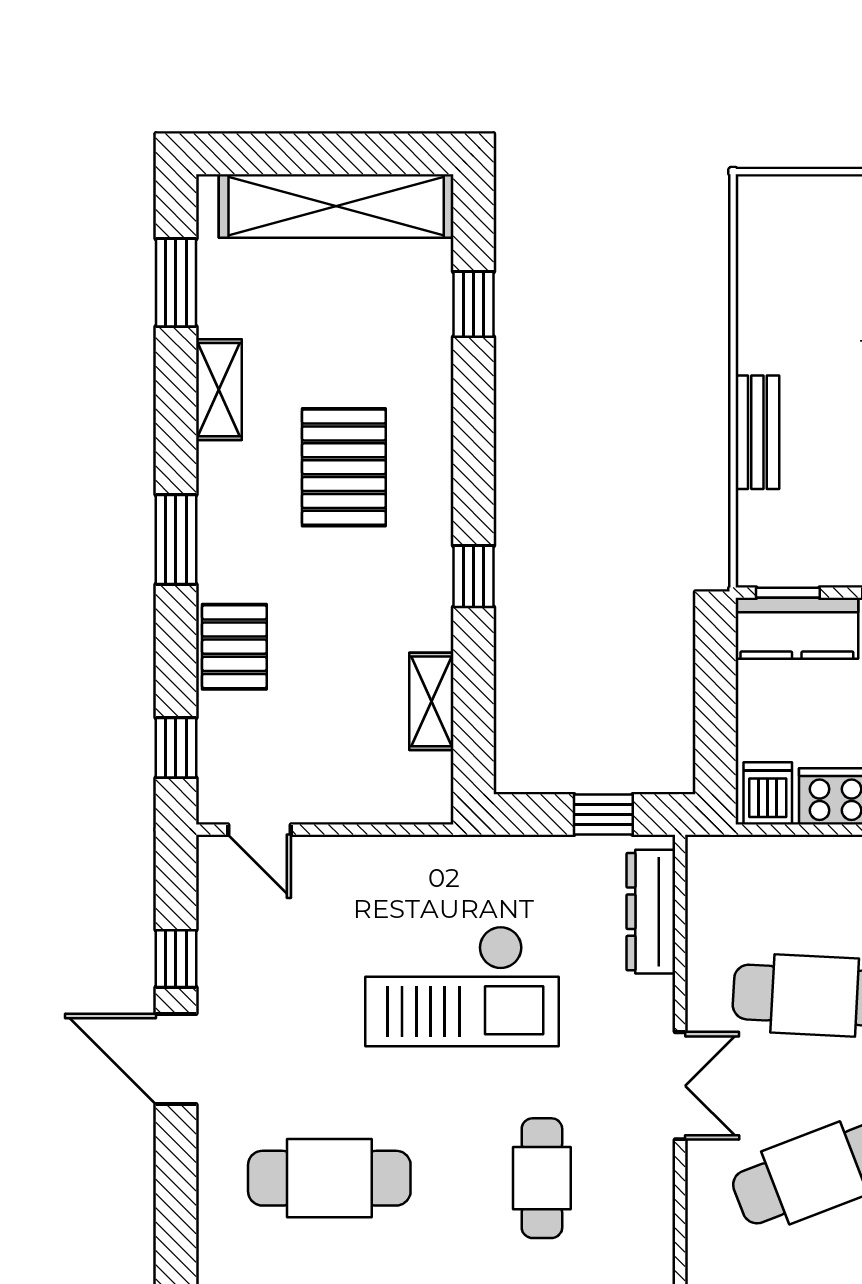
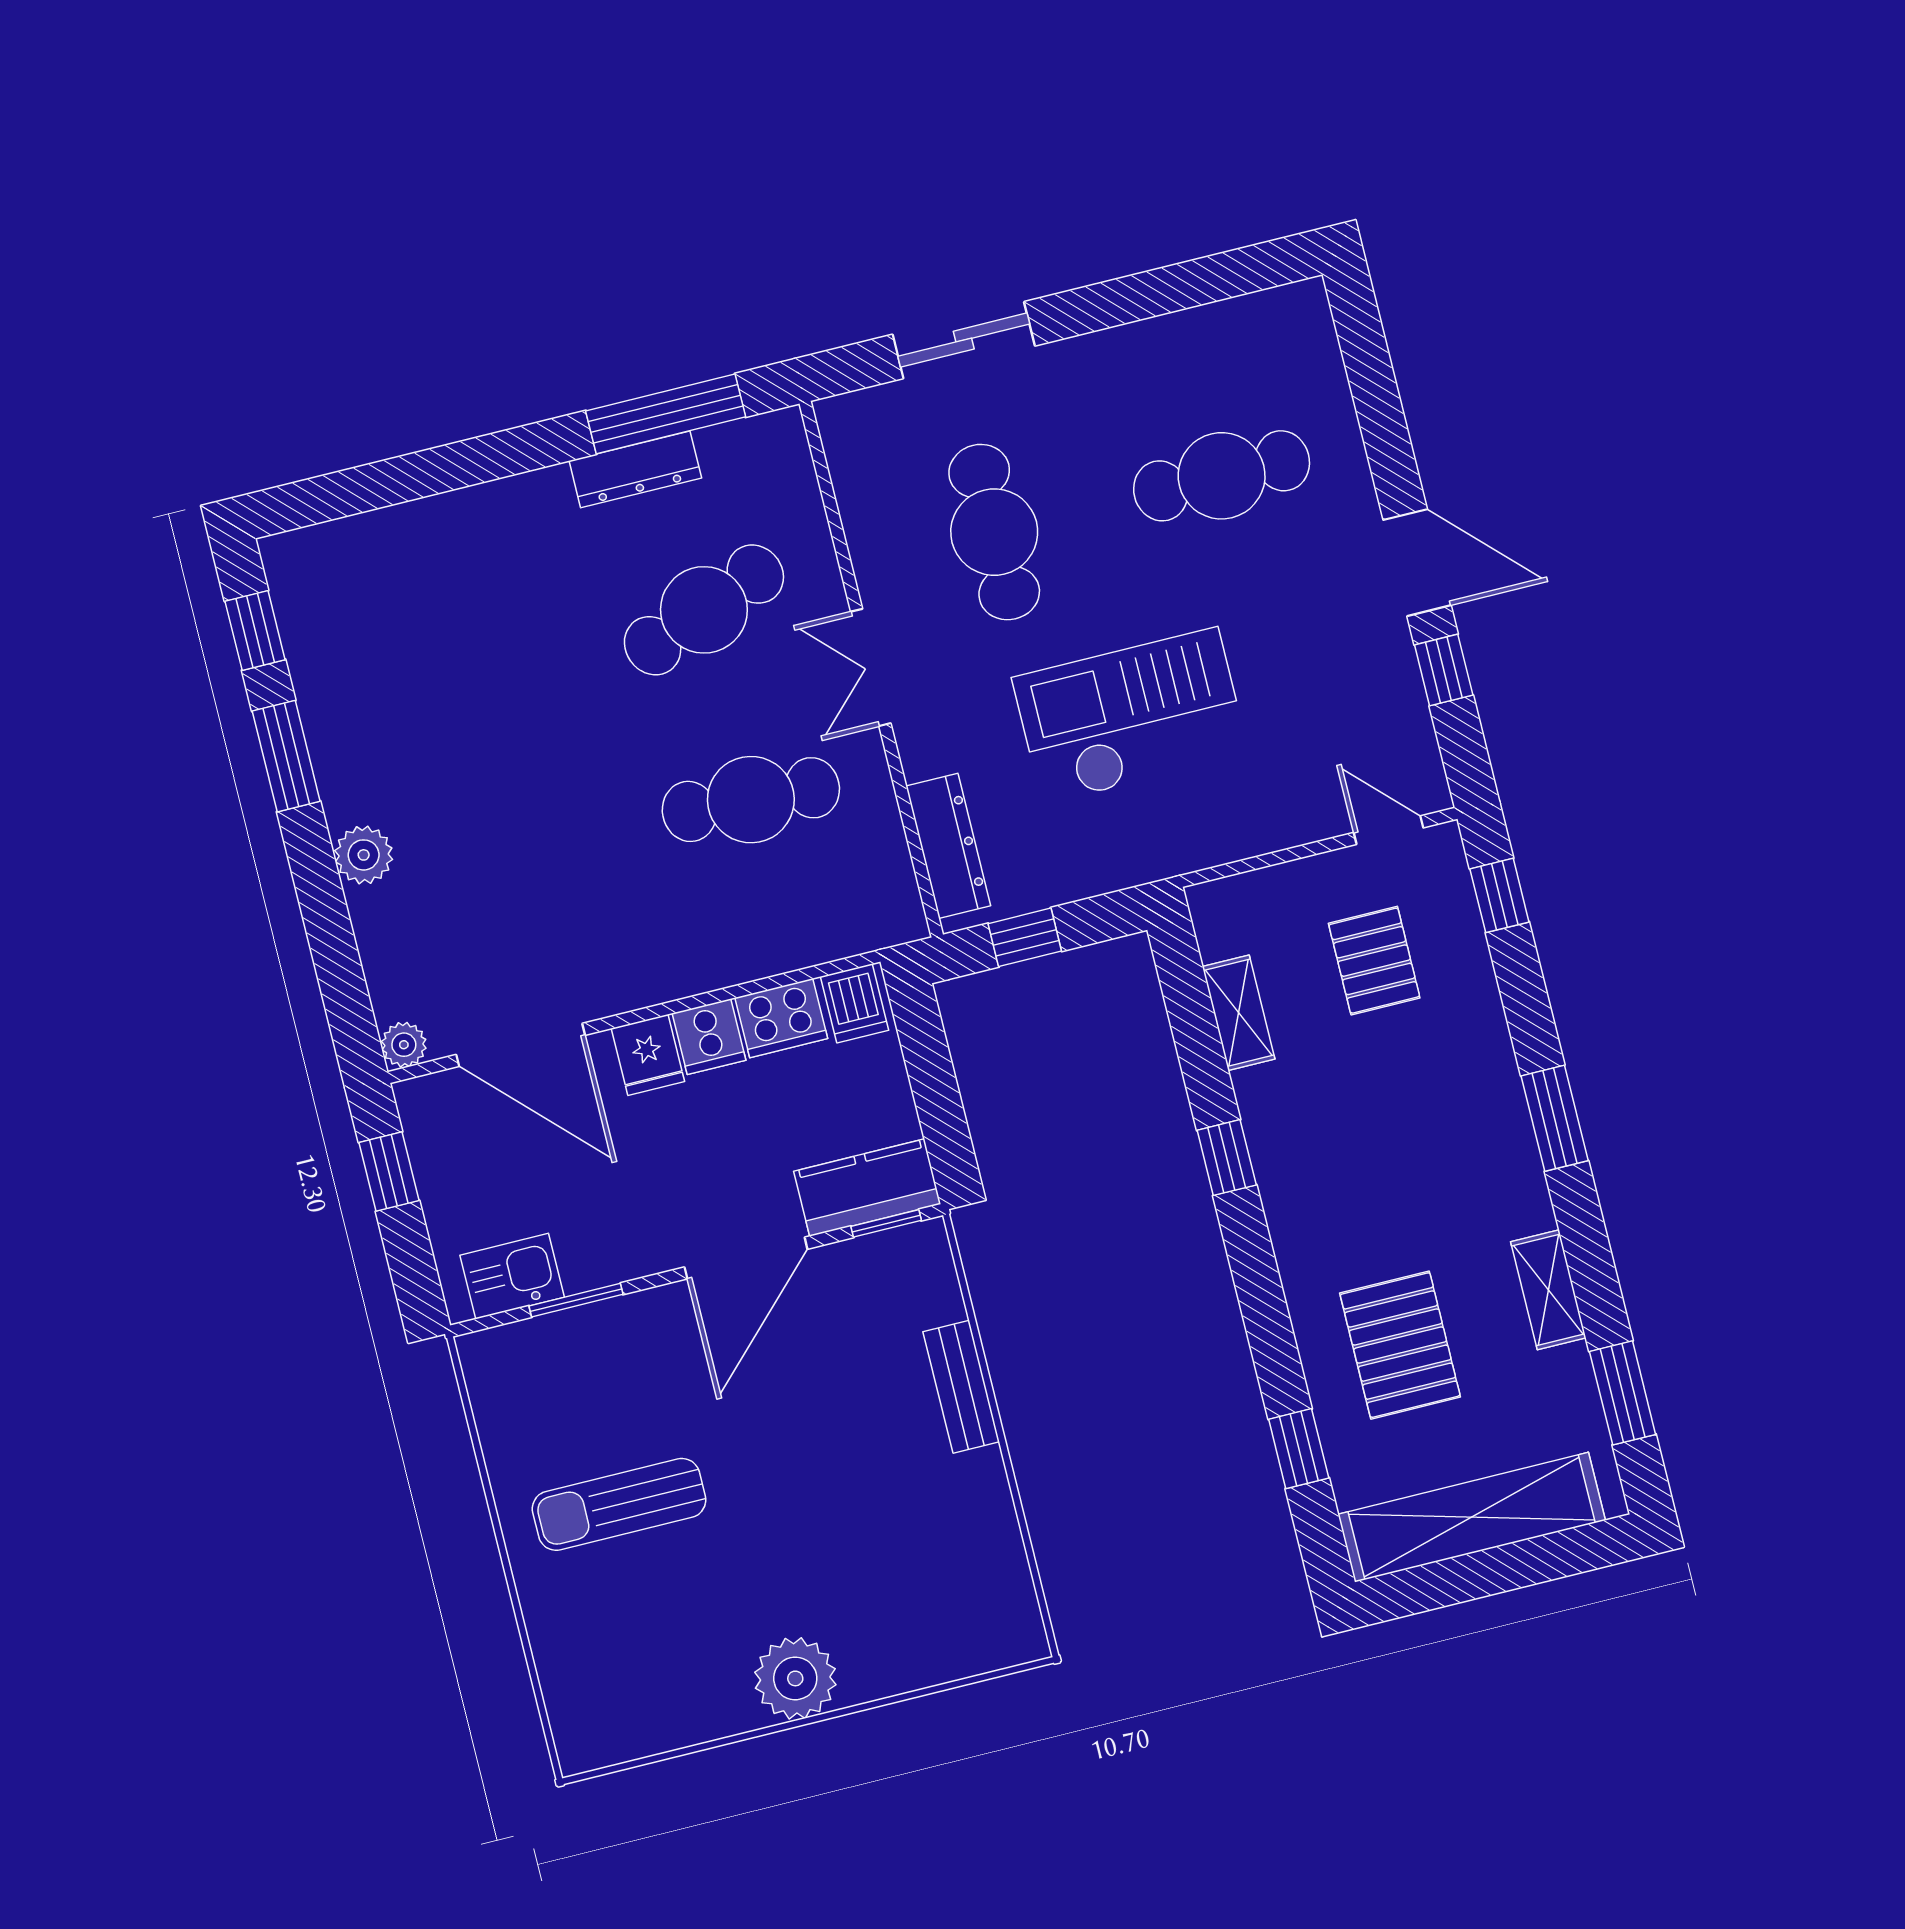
pallet: (344, 467) -> (1400, 1345), moved
pallet: (234, 647) -> (1374, 961), moved
cafe table: (542, 1178) -> (994, 532), width x1.37, depth x1.35

